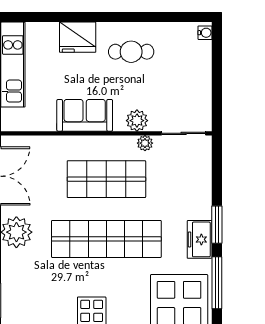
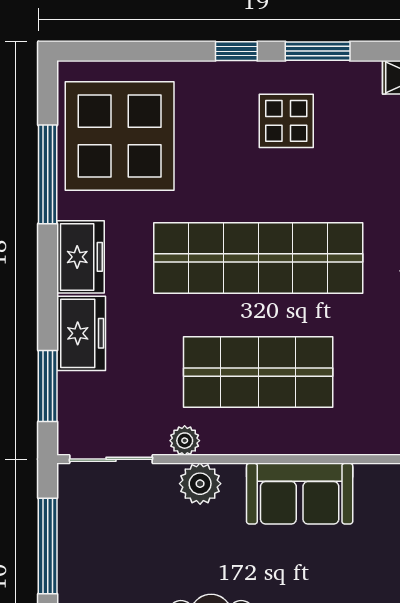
window: (217, 88) -> (48, 546), added
freezer: (199, 199) -> (81, 333), added
window: (217, 225) -> (48, 386), moved

